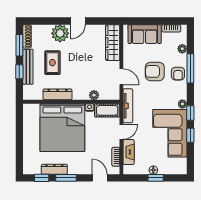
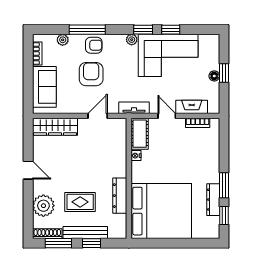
plant: (60, 33) -> (43, 206), moved
armchair: (155, 71) -> (91, 74), turned 180
plant: (94, 95) -> (121, 150), removed
tv unit: (128, 106) -> (134, 108), width x0.71
bed: (62, 128) -> (161, 211), moved
door: (100, 178) -> (224, 143), removed

